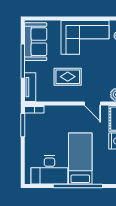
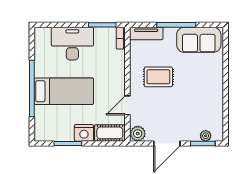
corner sofa: (85, 37) -> (204, 97), removed
rug: (68, 77) -> (158, 77), turned 90
desk: (49, 170) -> (72, 44), moved, turned 90

